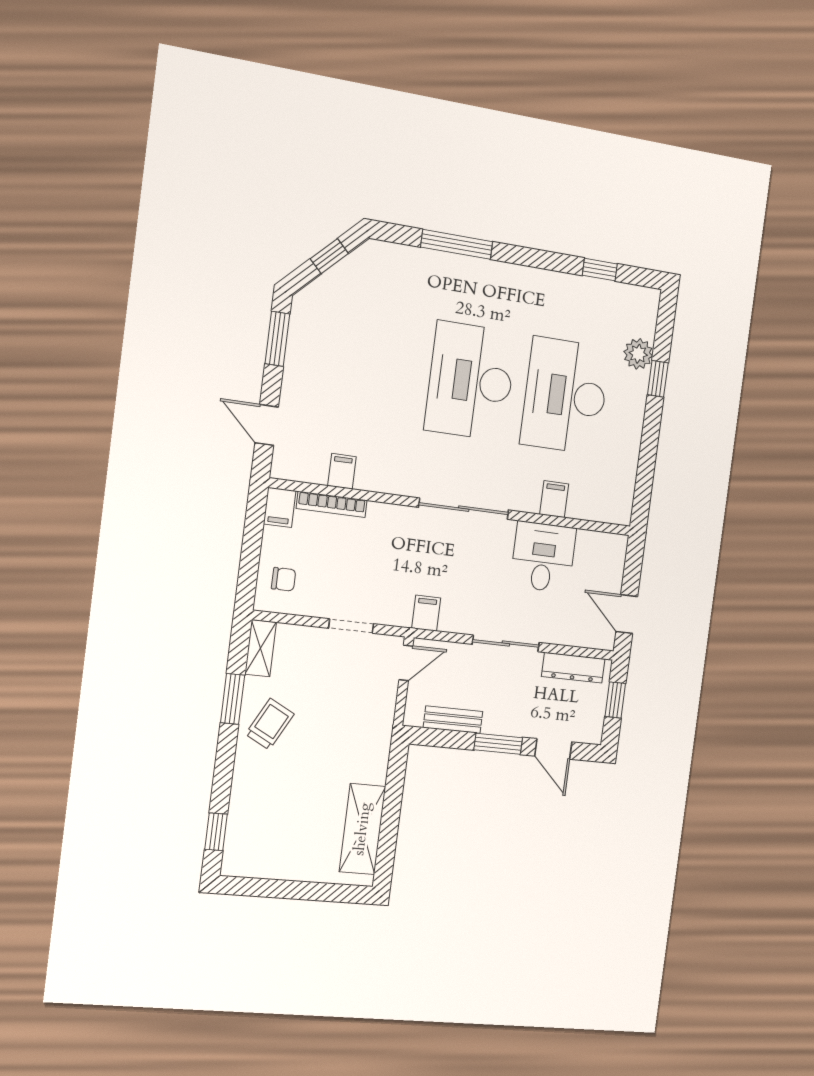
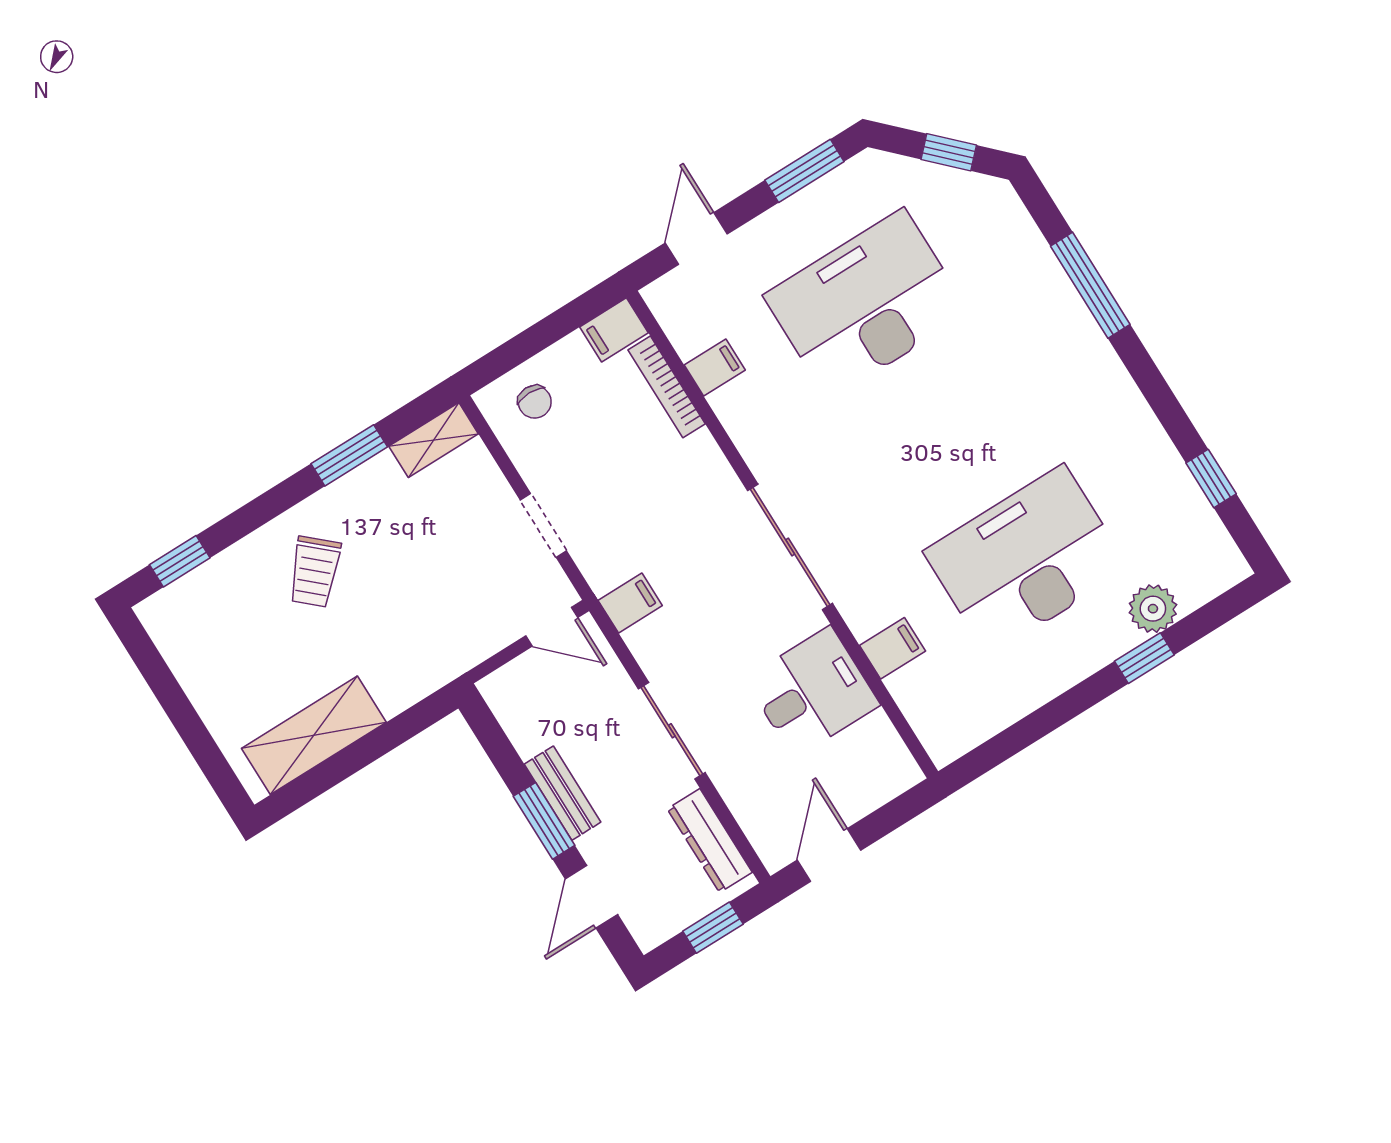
desk: (471, 381) -> (866, 304), moved
bench: (453, 720) -> (563, 793), moved
trolley: (270, 724) -> (315, 572), moved, turned 104

